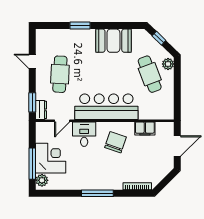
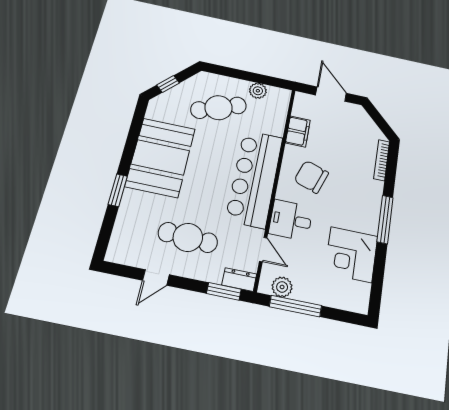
booth: (113, 41) -> (160, 157), width x1.36, depth x1.42
plant: (168, 64) -> (258, 91), moved
corner desk: (51, 158) -> (351, 255), moved, turned -90
window: (32, 164) -> (295, 306), moved
plant: (42, 180) -> (282, 287), moved

